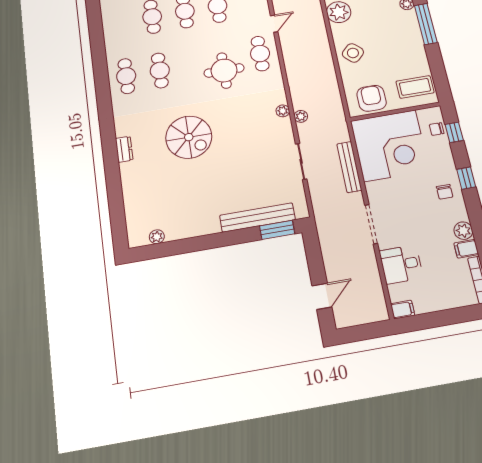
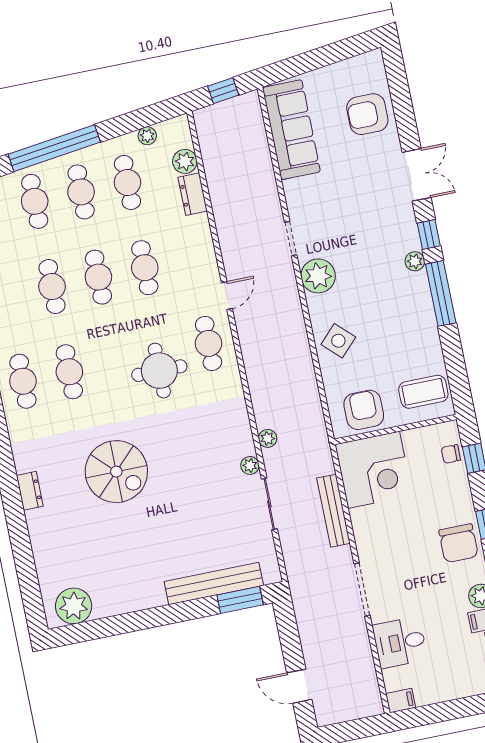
plant: (283, 111) -> (250, 465), moved
corner desk: (390, 146) -> (374, 470), width x0.74, depth x0.74
chair: (445, 192) -> (458, 543), width x1.87, depth x1.87
plant: (157, 237) -> (74, 606), width x1.87, depth x1.87
door: (322, 296) -> (299, 686), swing flipped

